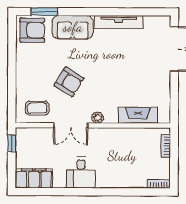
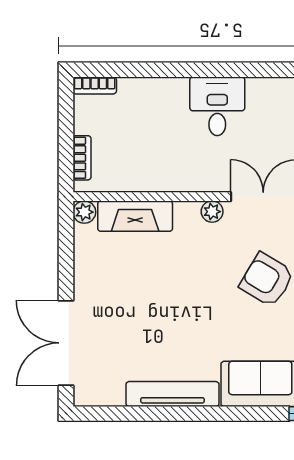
plant: (164, 118) -> (84, 212), added
desk: (81, 173) -> (217, 106), moved

